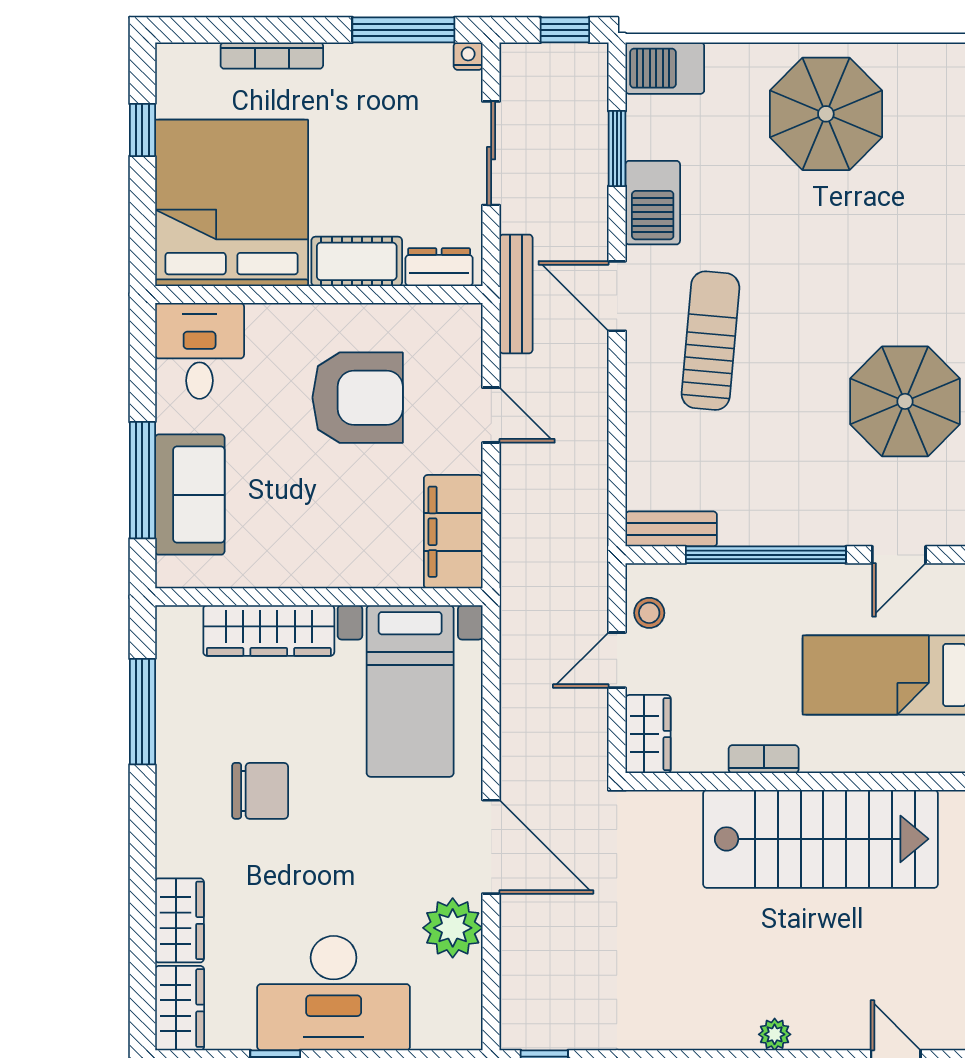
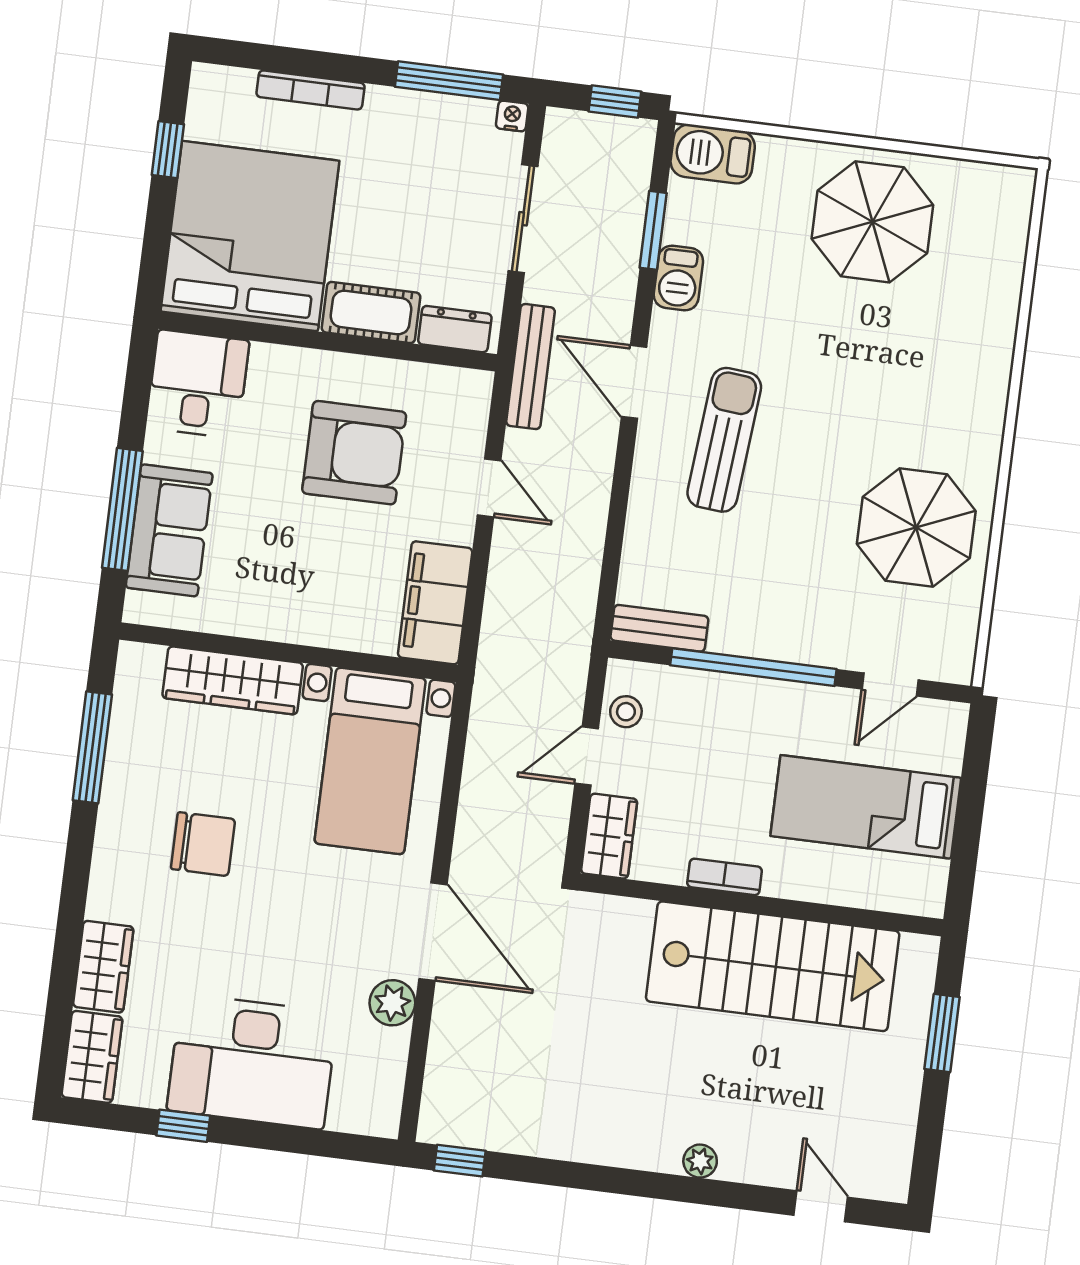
barbecue: (653, 203) -> (678, 278), width x0.73, depth x0.79
plant: (453, 928) -> (392, 1003), width x0.73, depth x0.73

